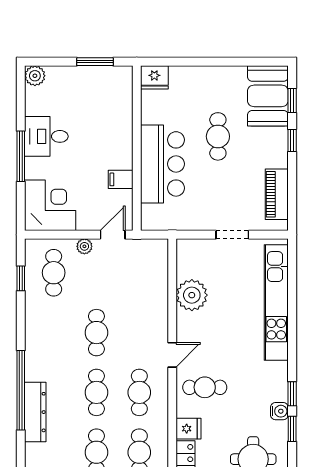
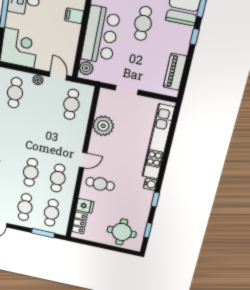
filing cabinet: (121, 179) -> (74, 16), moved
plant: (151, 215) -> (86, 68), added
door: (113, 235) -> (58, 76), hinge flipped
doorway: (232, 235) -> (127, 90), moved
cafe table: (96, 333) -> (71, 104), moved
water cooler: (279, 411) -> (150, 184), moved
window: (292, 429) -> (148, 230), moved

